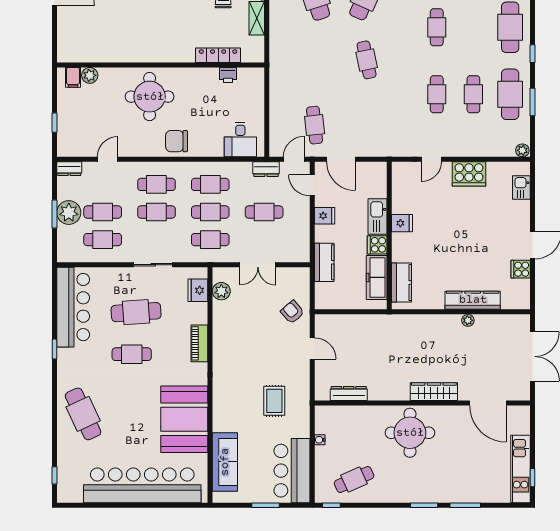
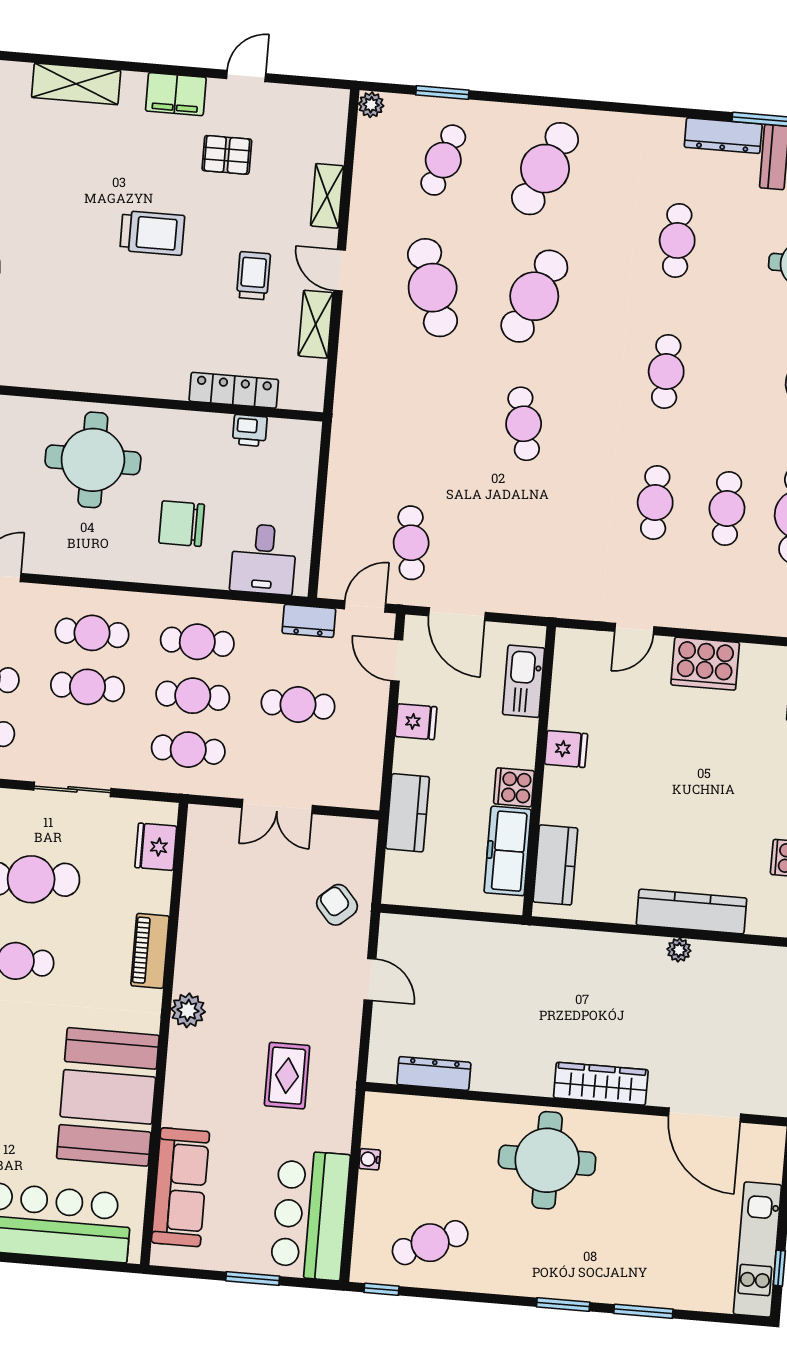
chair: (177, 141) -> (182, 524), moved
kitchen sink: (378, 217) -> (524, 681), moved
plant: (221, 291) -> (188, 1010), moved

